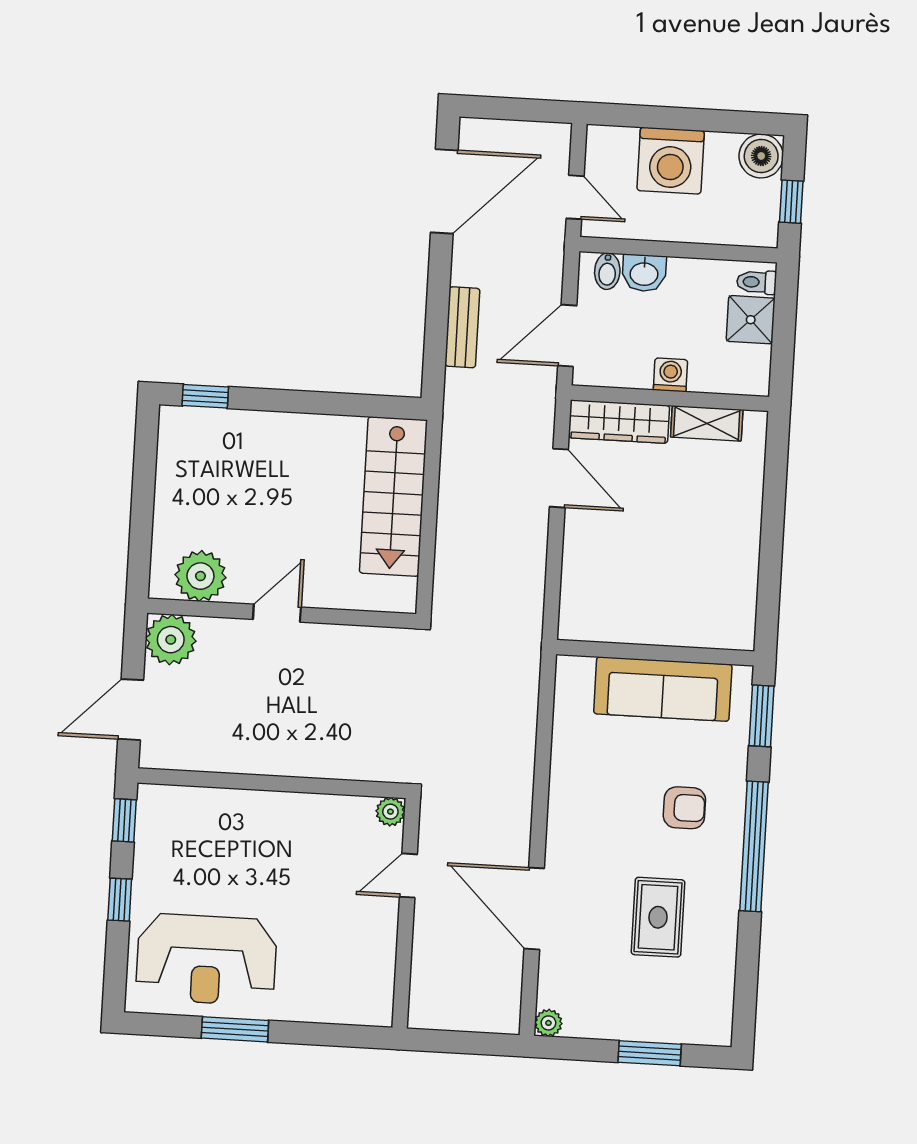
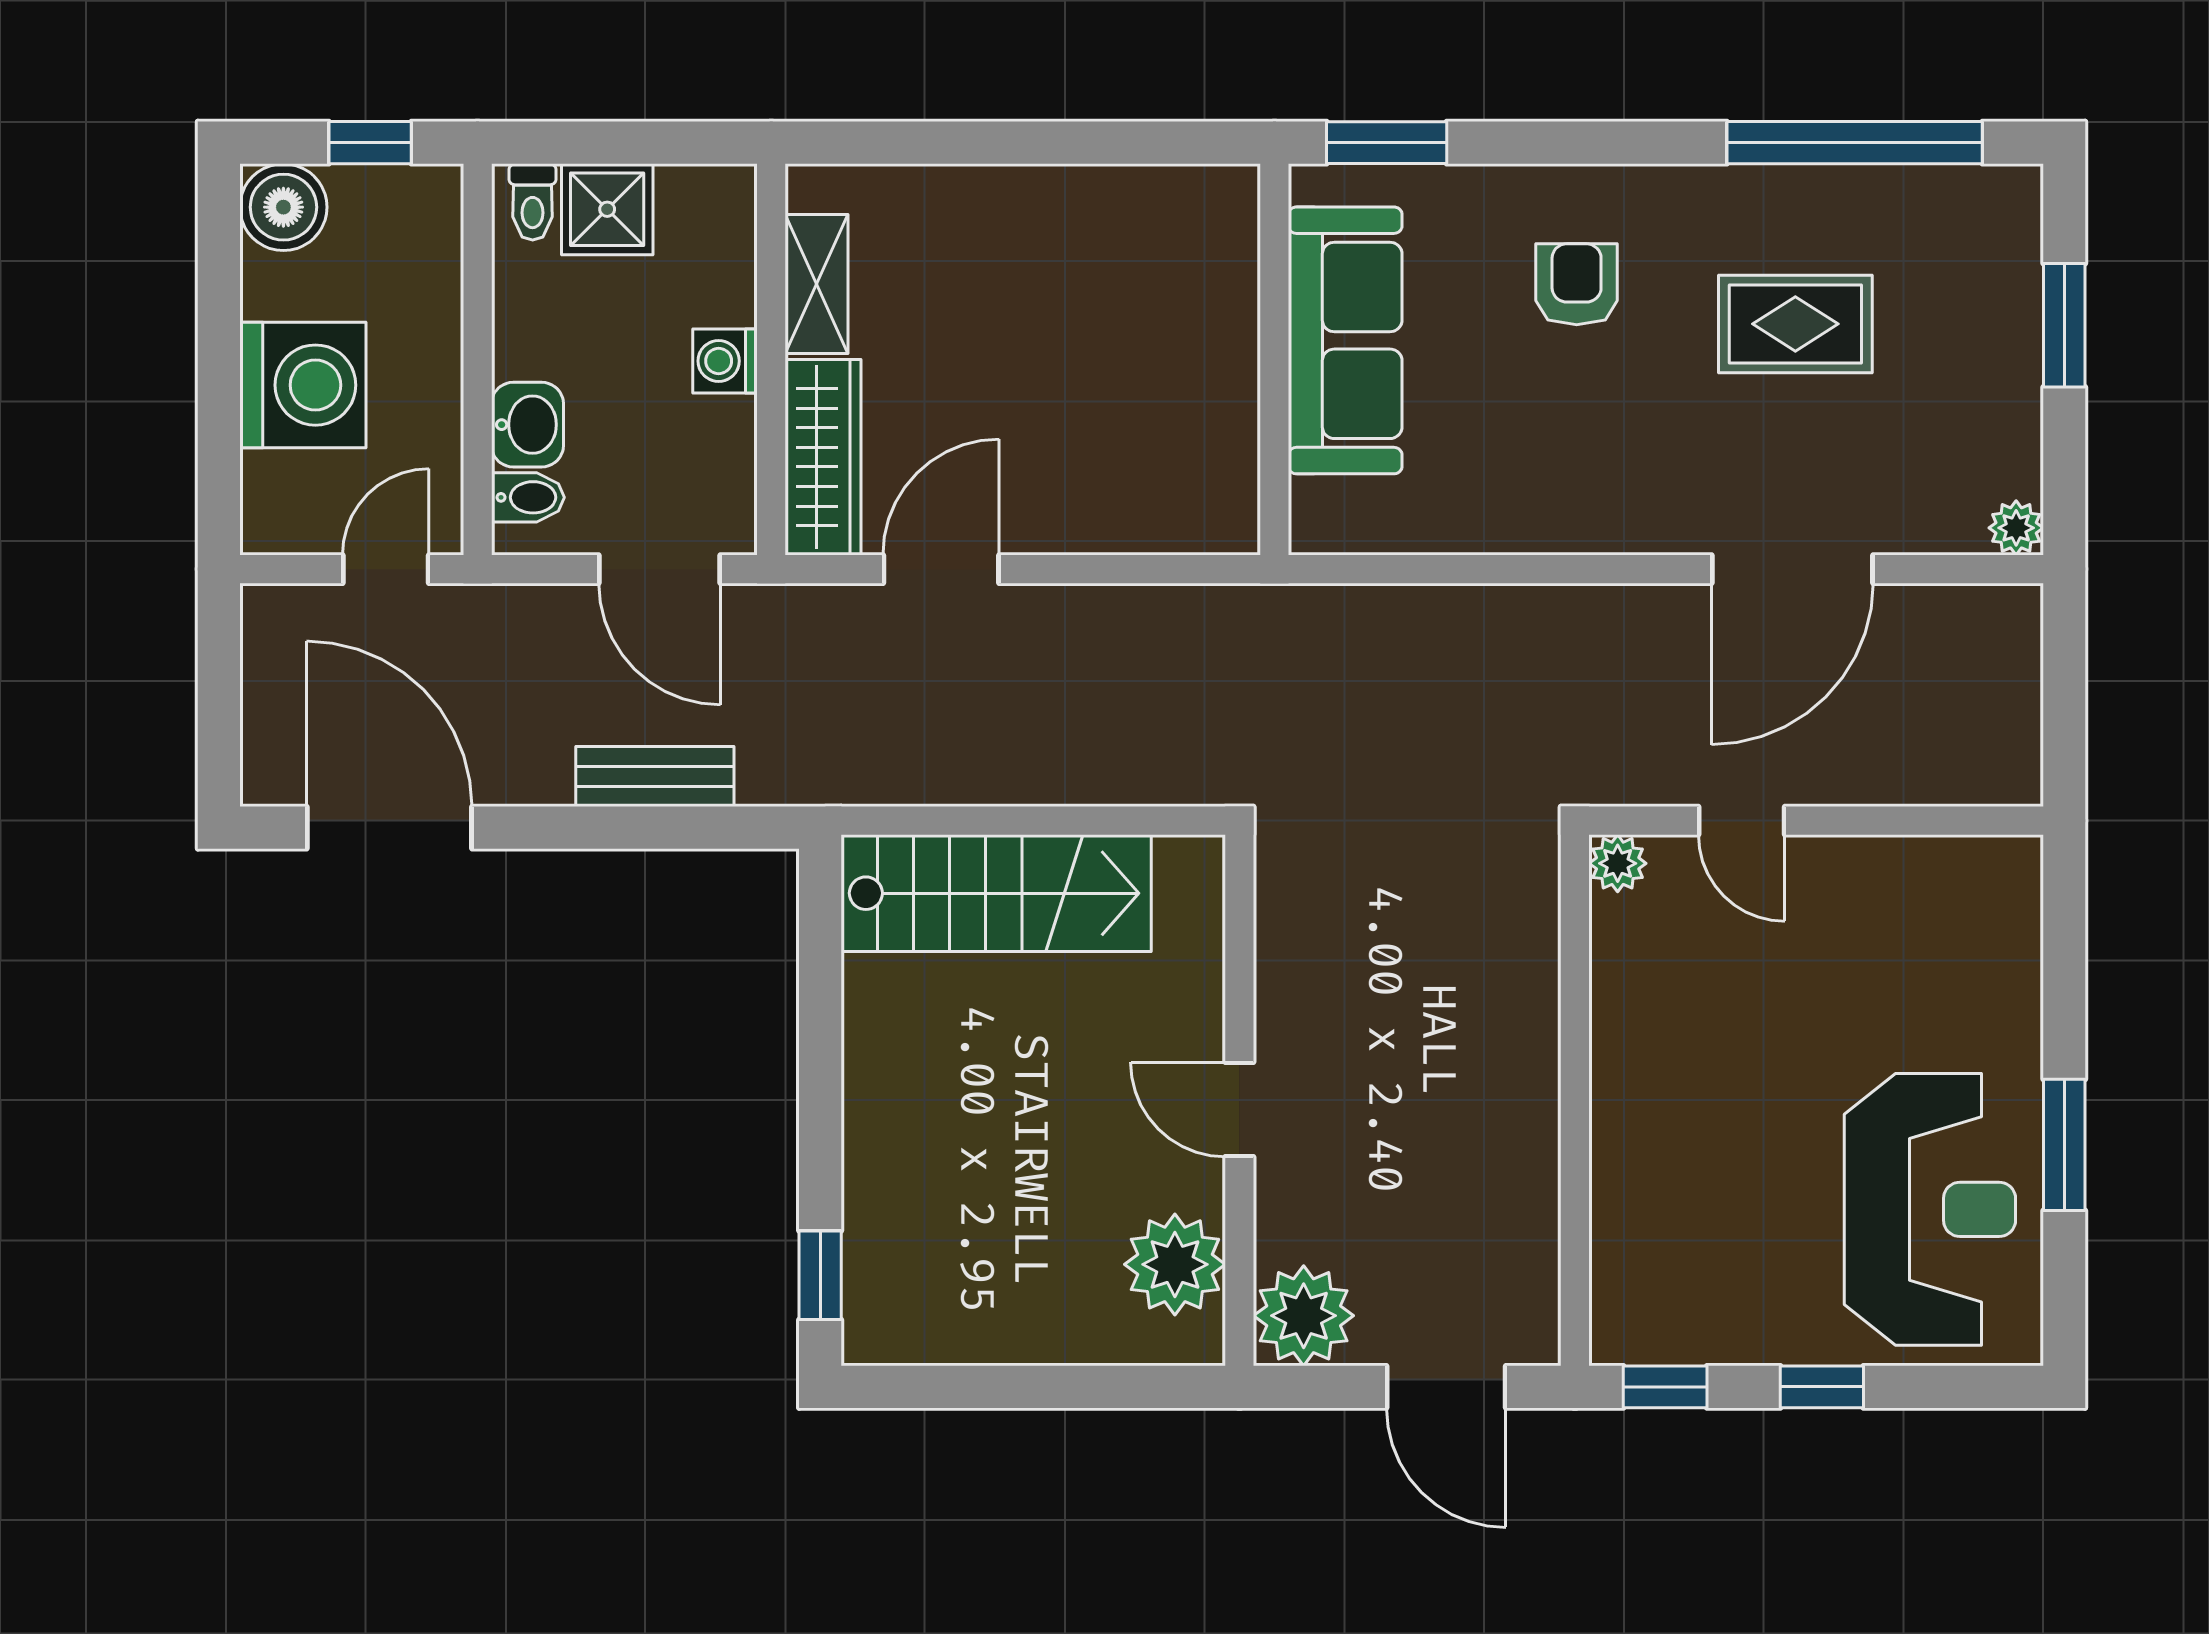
window: (754, 846) -> (1855, 143), moved

